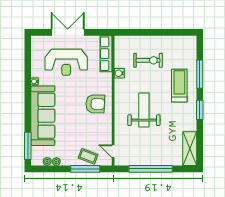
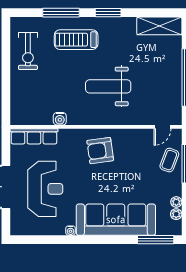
exercise bike: (148, 60) -> (28, 51), moved, turned 180
armchair: (95, 104) -> (100, 151), turned -100

